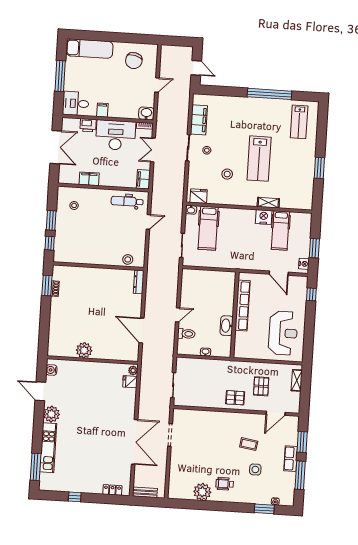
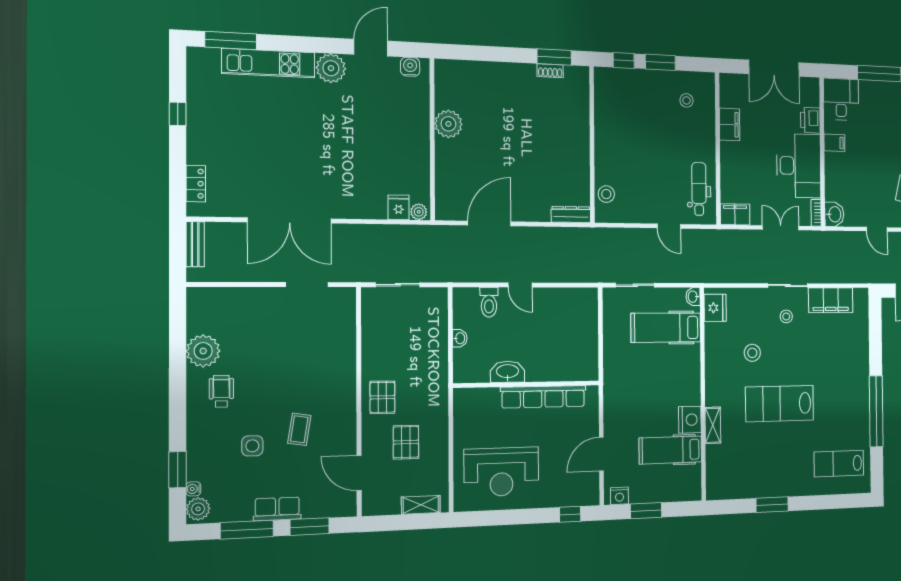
pallet: (261, 386) -> (406, 442), turned 90
plant: (286, 500) -> (198, 509), added

